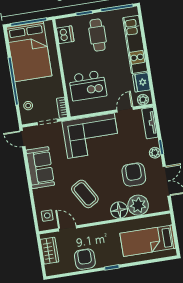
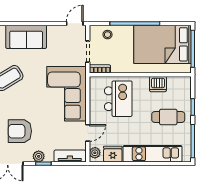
dishwasher: (65, 35) -> (158, 84), moved
kitchen island: (88, 86) -> (118, 99), turned 180
door: (125, 110) -> (88, 133), hinge flipped
sofa: (40, 168) -> (26, 37), moved
armchair: (134, 175) -> (20, 131), turned 180

